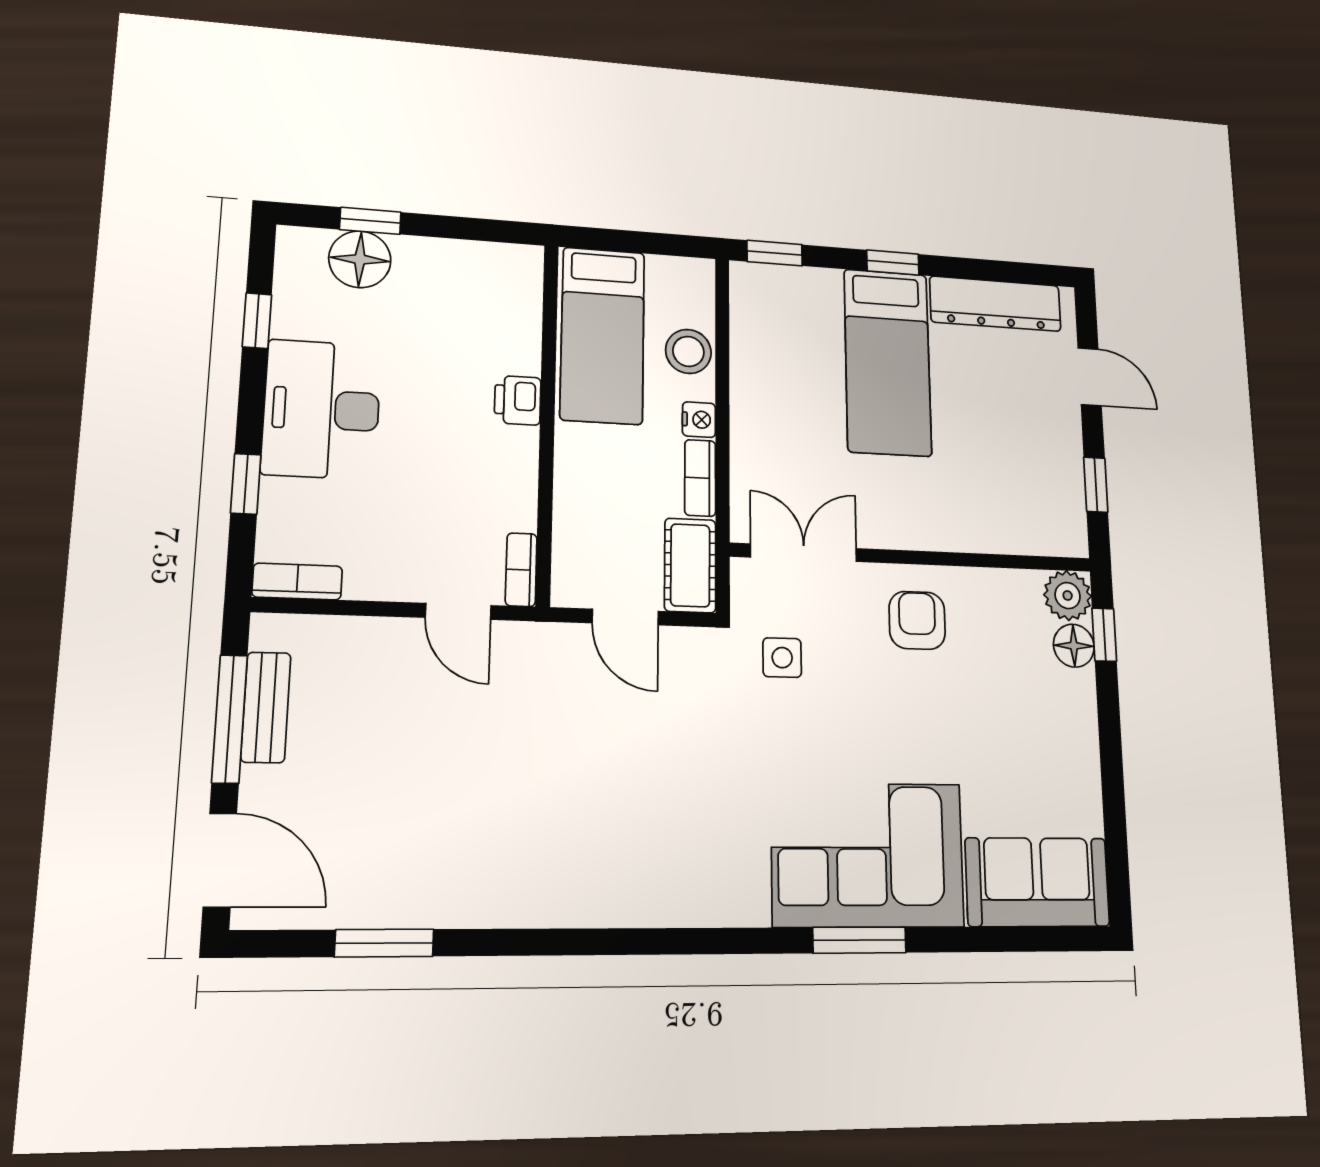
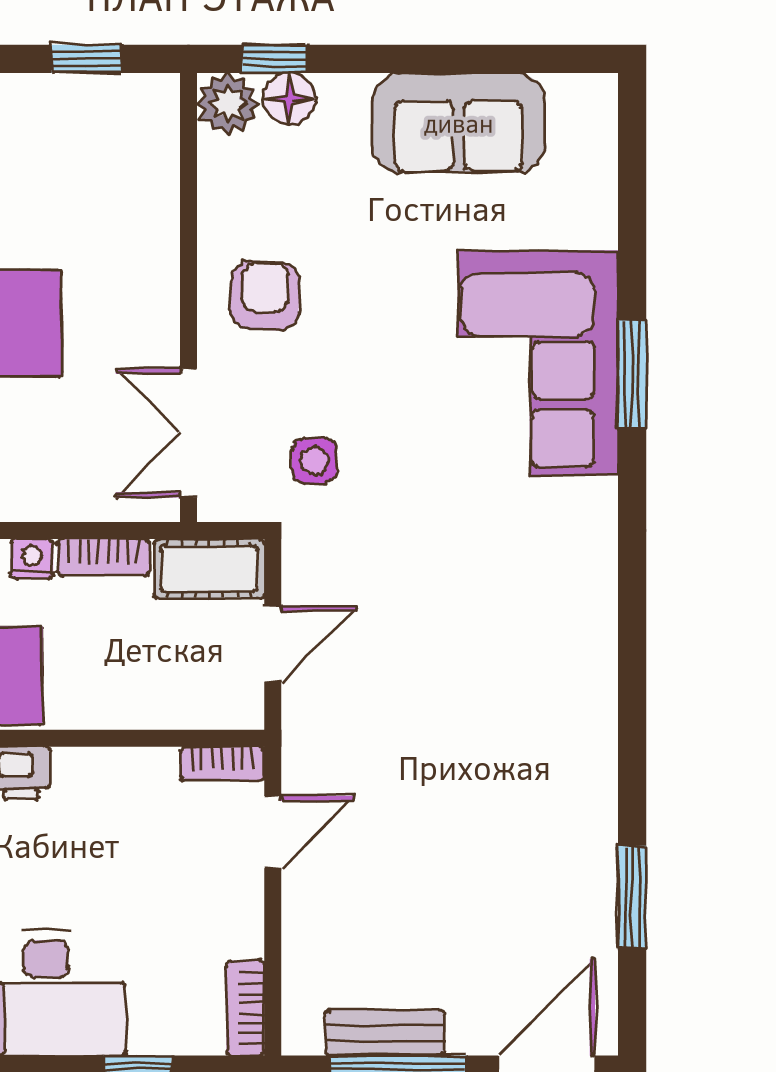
armchair: (917, 620) -> (265, 296), turned 93
sofa: (1037, 882) -> (459, 123), moved, turned -90

